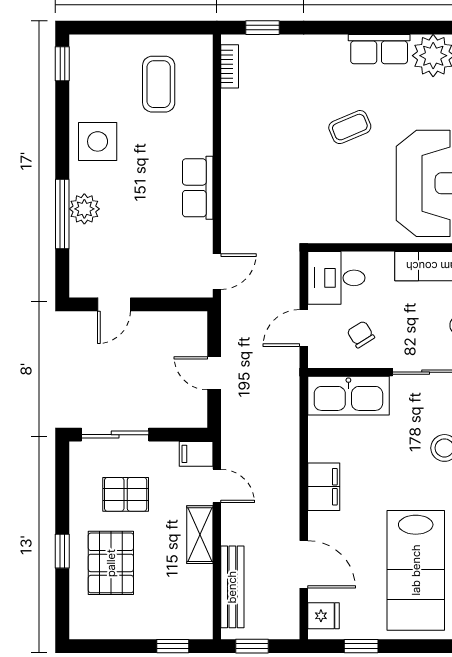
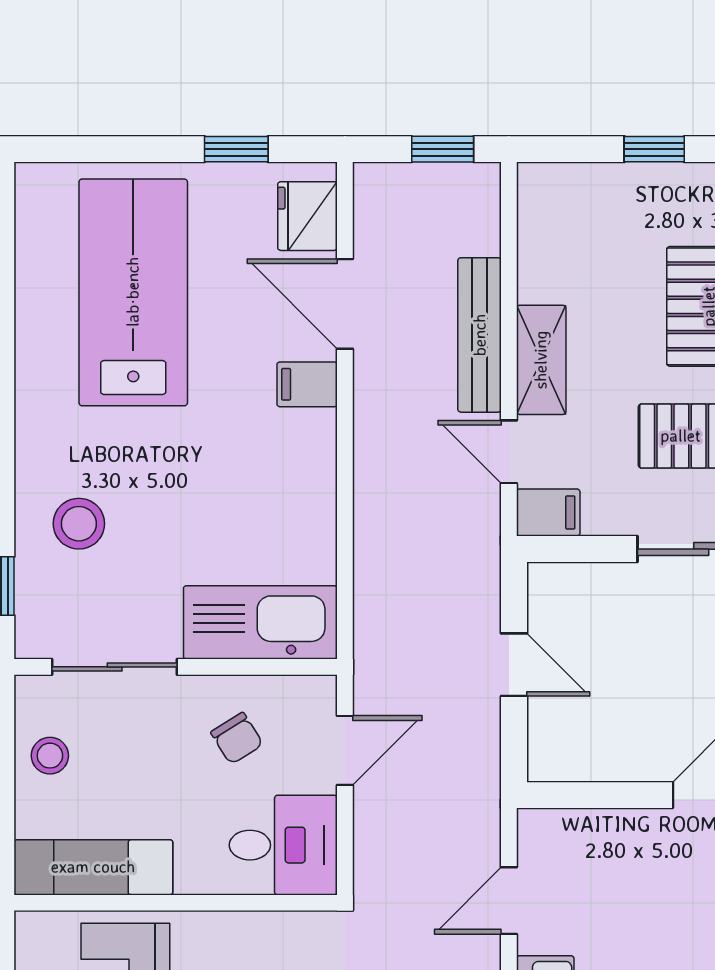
door: (217, 272) -> (509, 901), moved
filing cabinet: (324, 487) -> (307, 384), moved, width x0.50
bench: (232, 587) -> (480, 335), moved
fridge: (323, 616) -> (307, 216), width x1.38
window: (173, 646) -> (654, 149), moved

